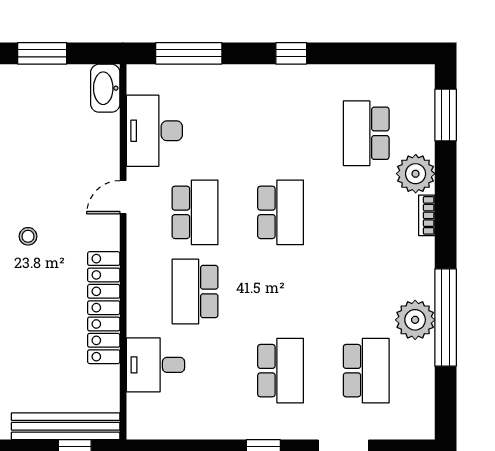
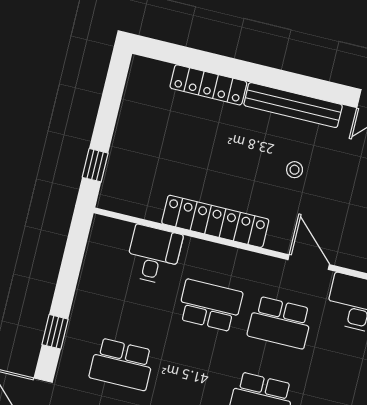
door: (123, 197) -> (309, 262), width x1.38
bench: (66, 426) -> (119, 162), removed

